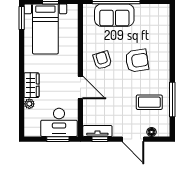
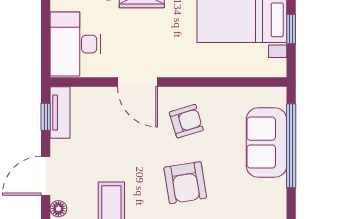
door: (80, 88) -> (138, 82), hinge flipped
window: (58, 139) -> (46, 42), removed

